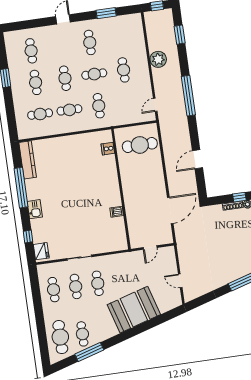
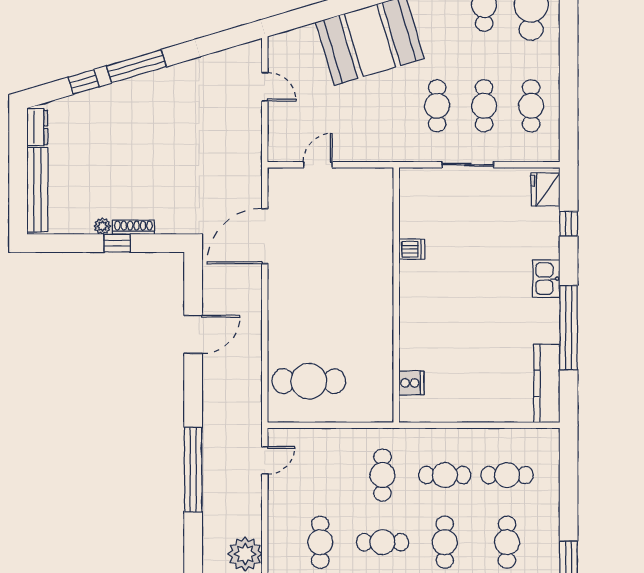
cooker: (108, 149) -> (411, 383), moved
wall: (121, 189) -> (396, 295), moved
dishwasher: (117, 212) -> (412, 249), moved

